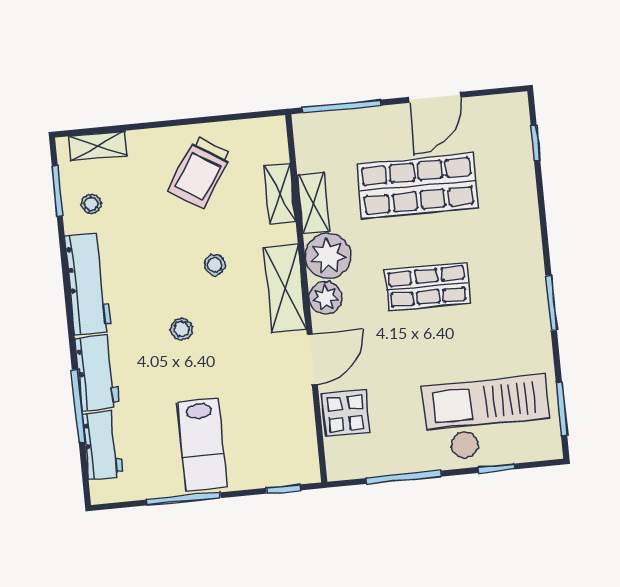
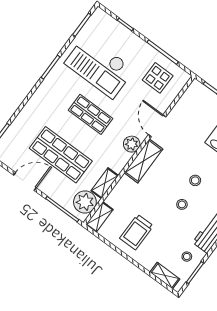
trolley: (200, 173) -> (136, 232), turned 147
shelving: (280, 194) -> (99, 217), moved
plant: (328, 256) -> (85, 202), moved
stool: (215, 265) -> (182, 204), moved
door: (312, 359) -> (157, 126), hinge flipped
display table: (346, 413) -> (158, 78), moved
checkout: (487, 418) -> (99, 66), moved

